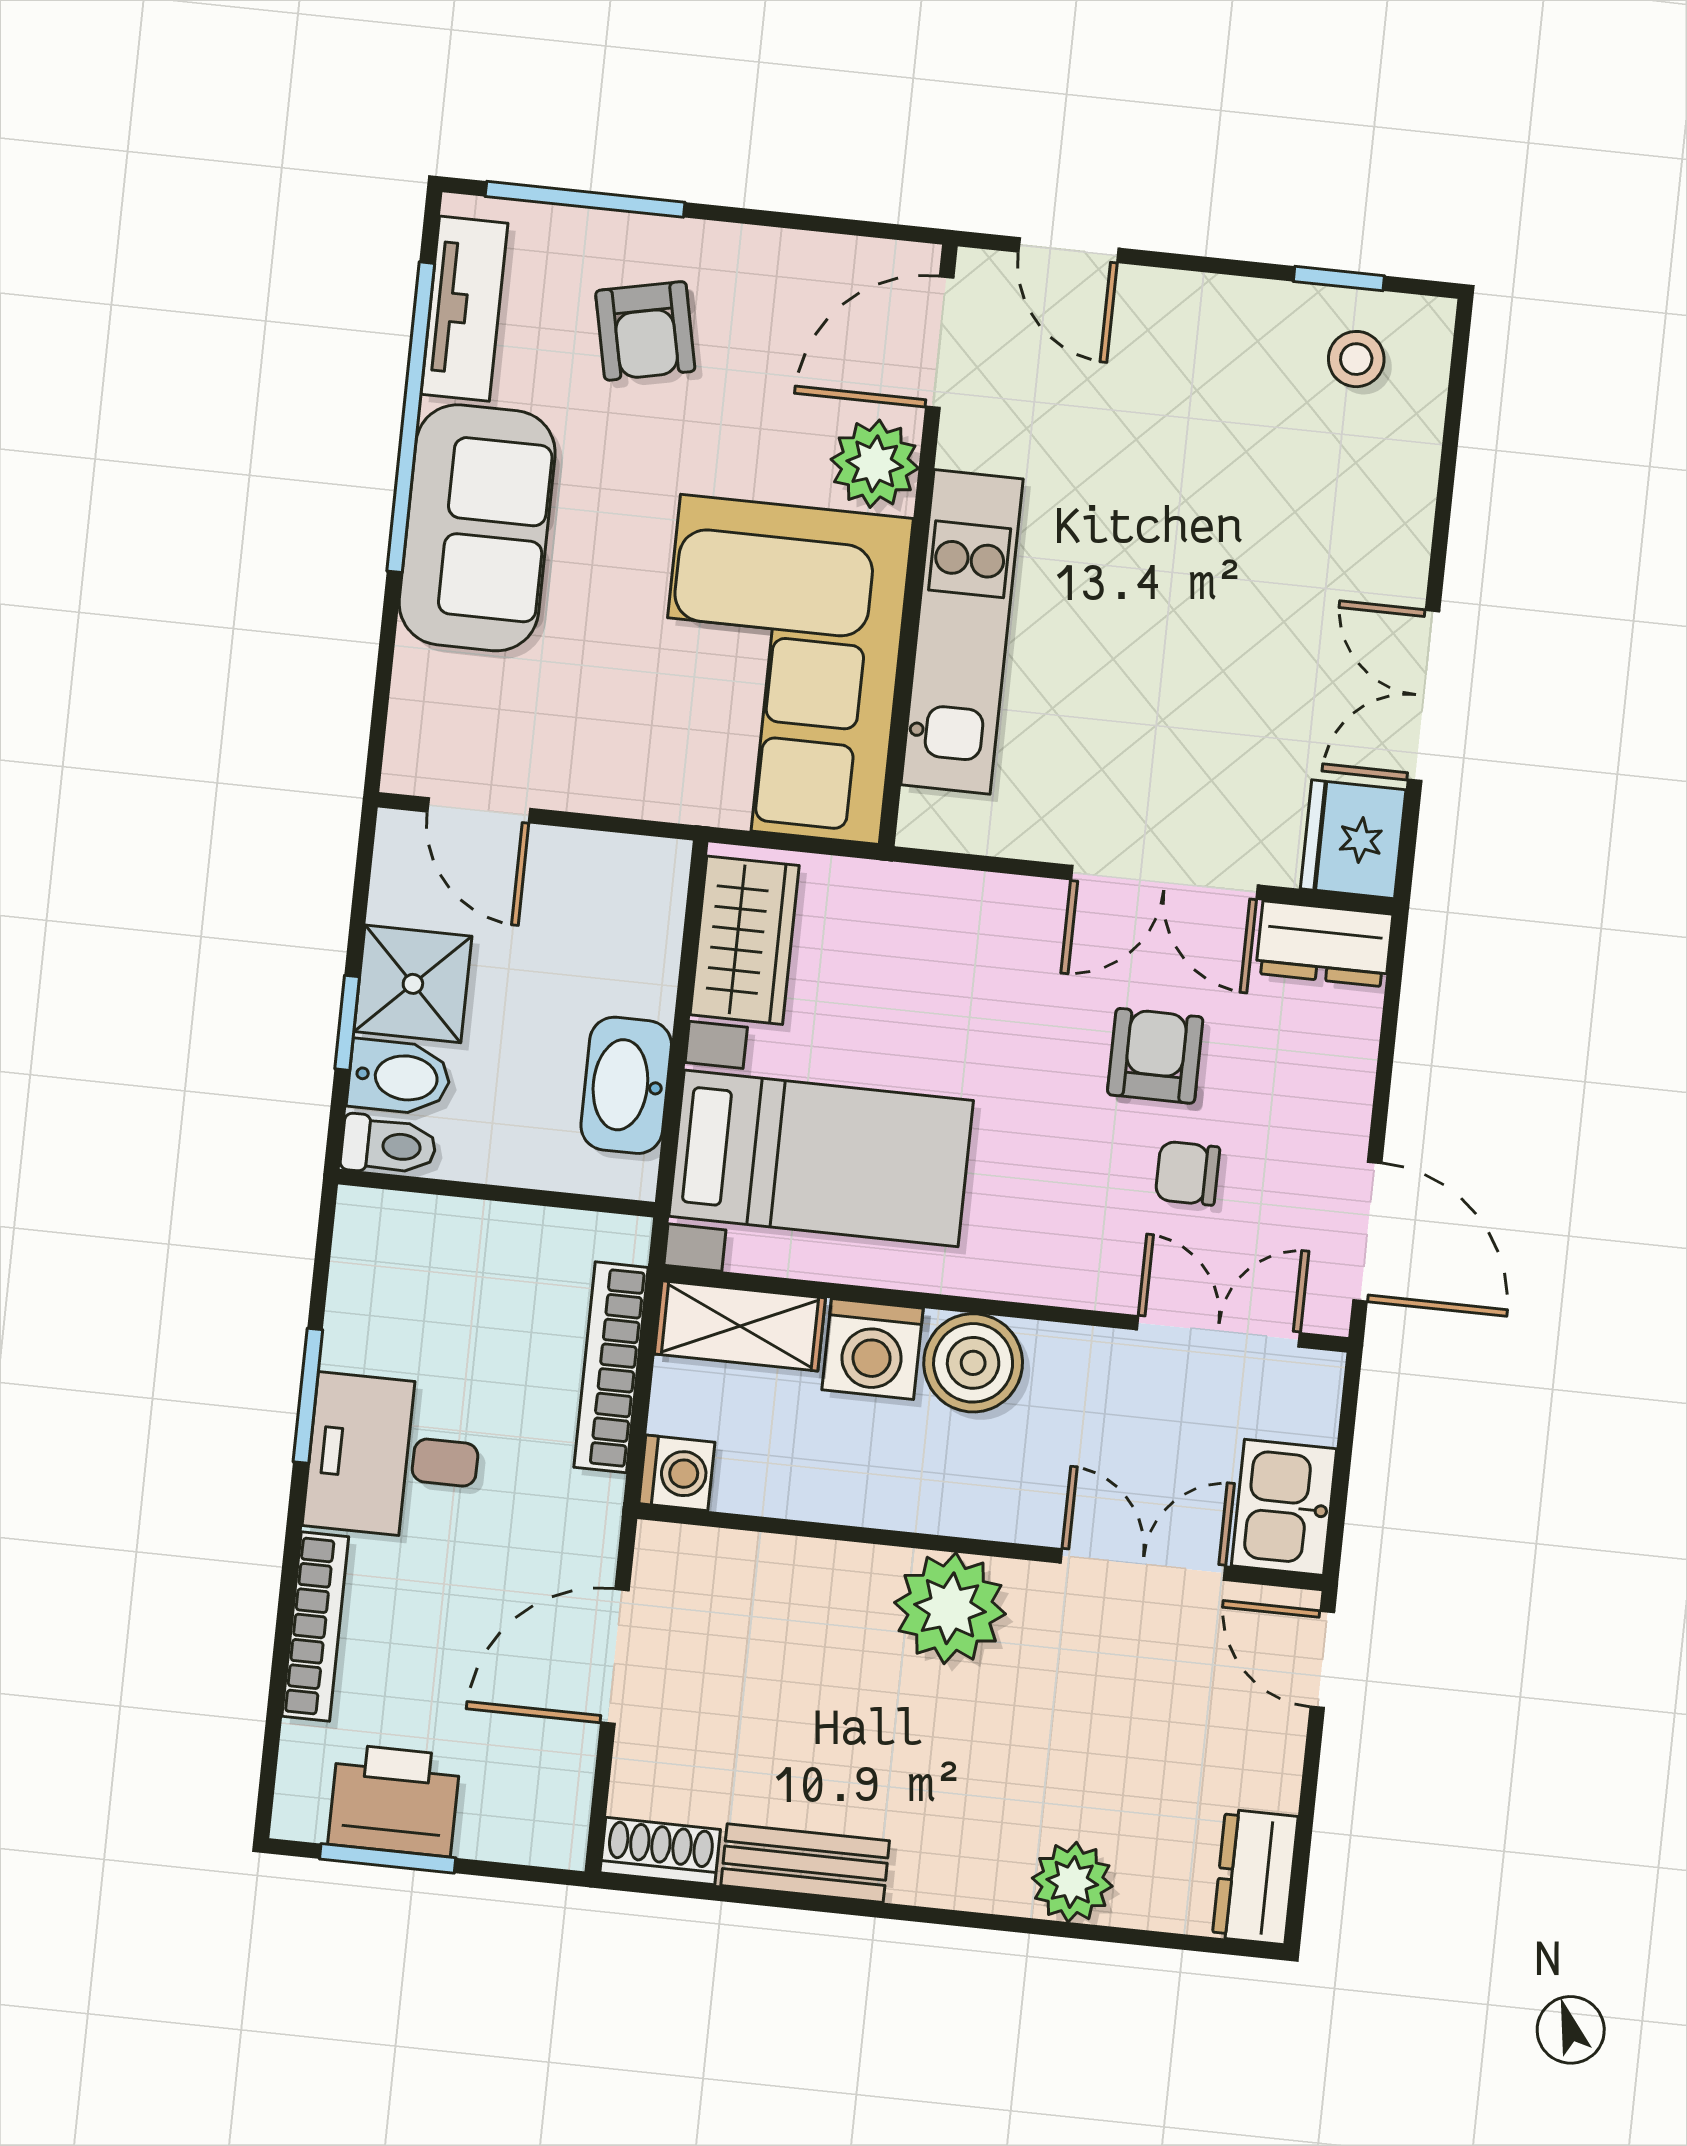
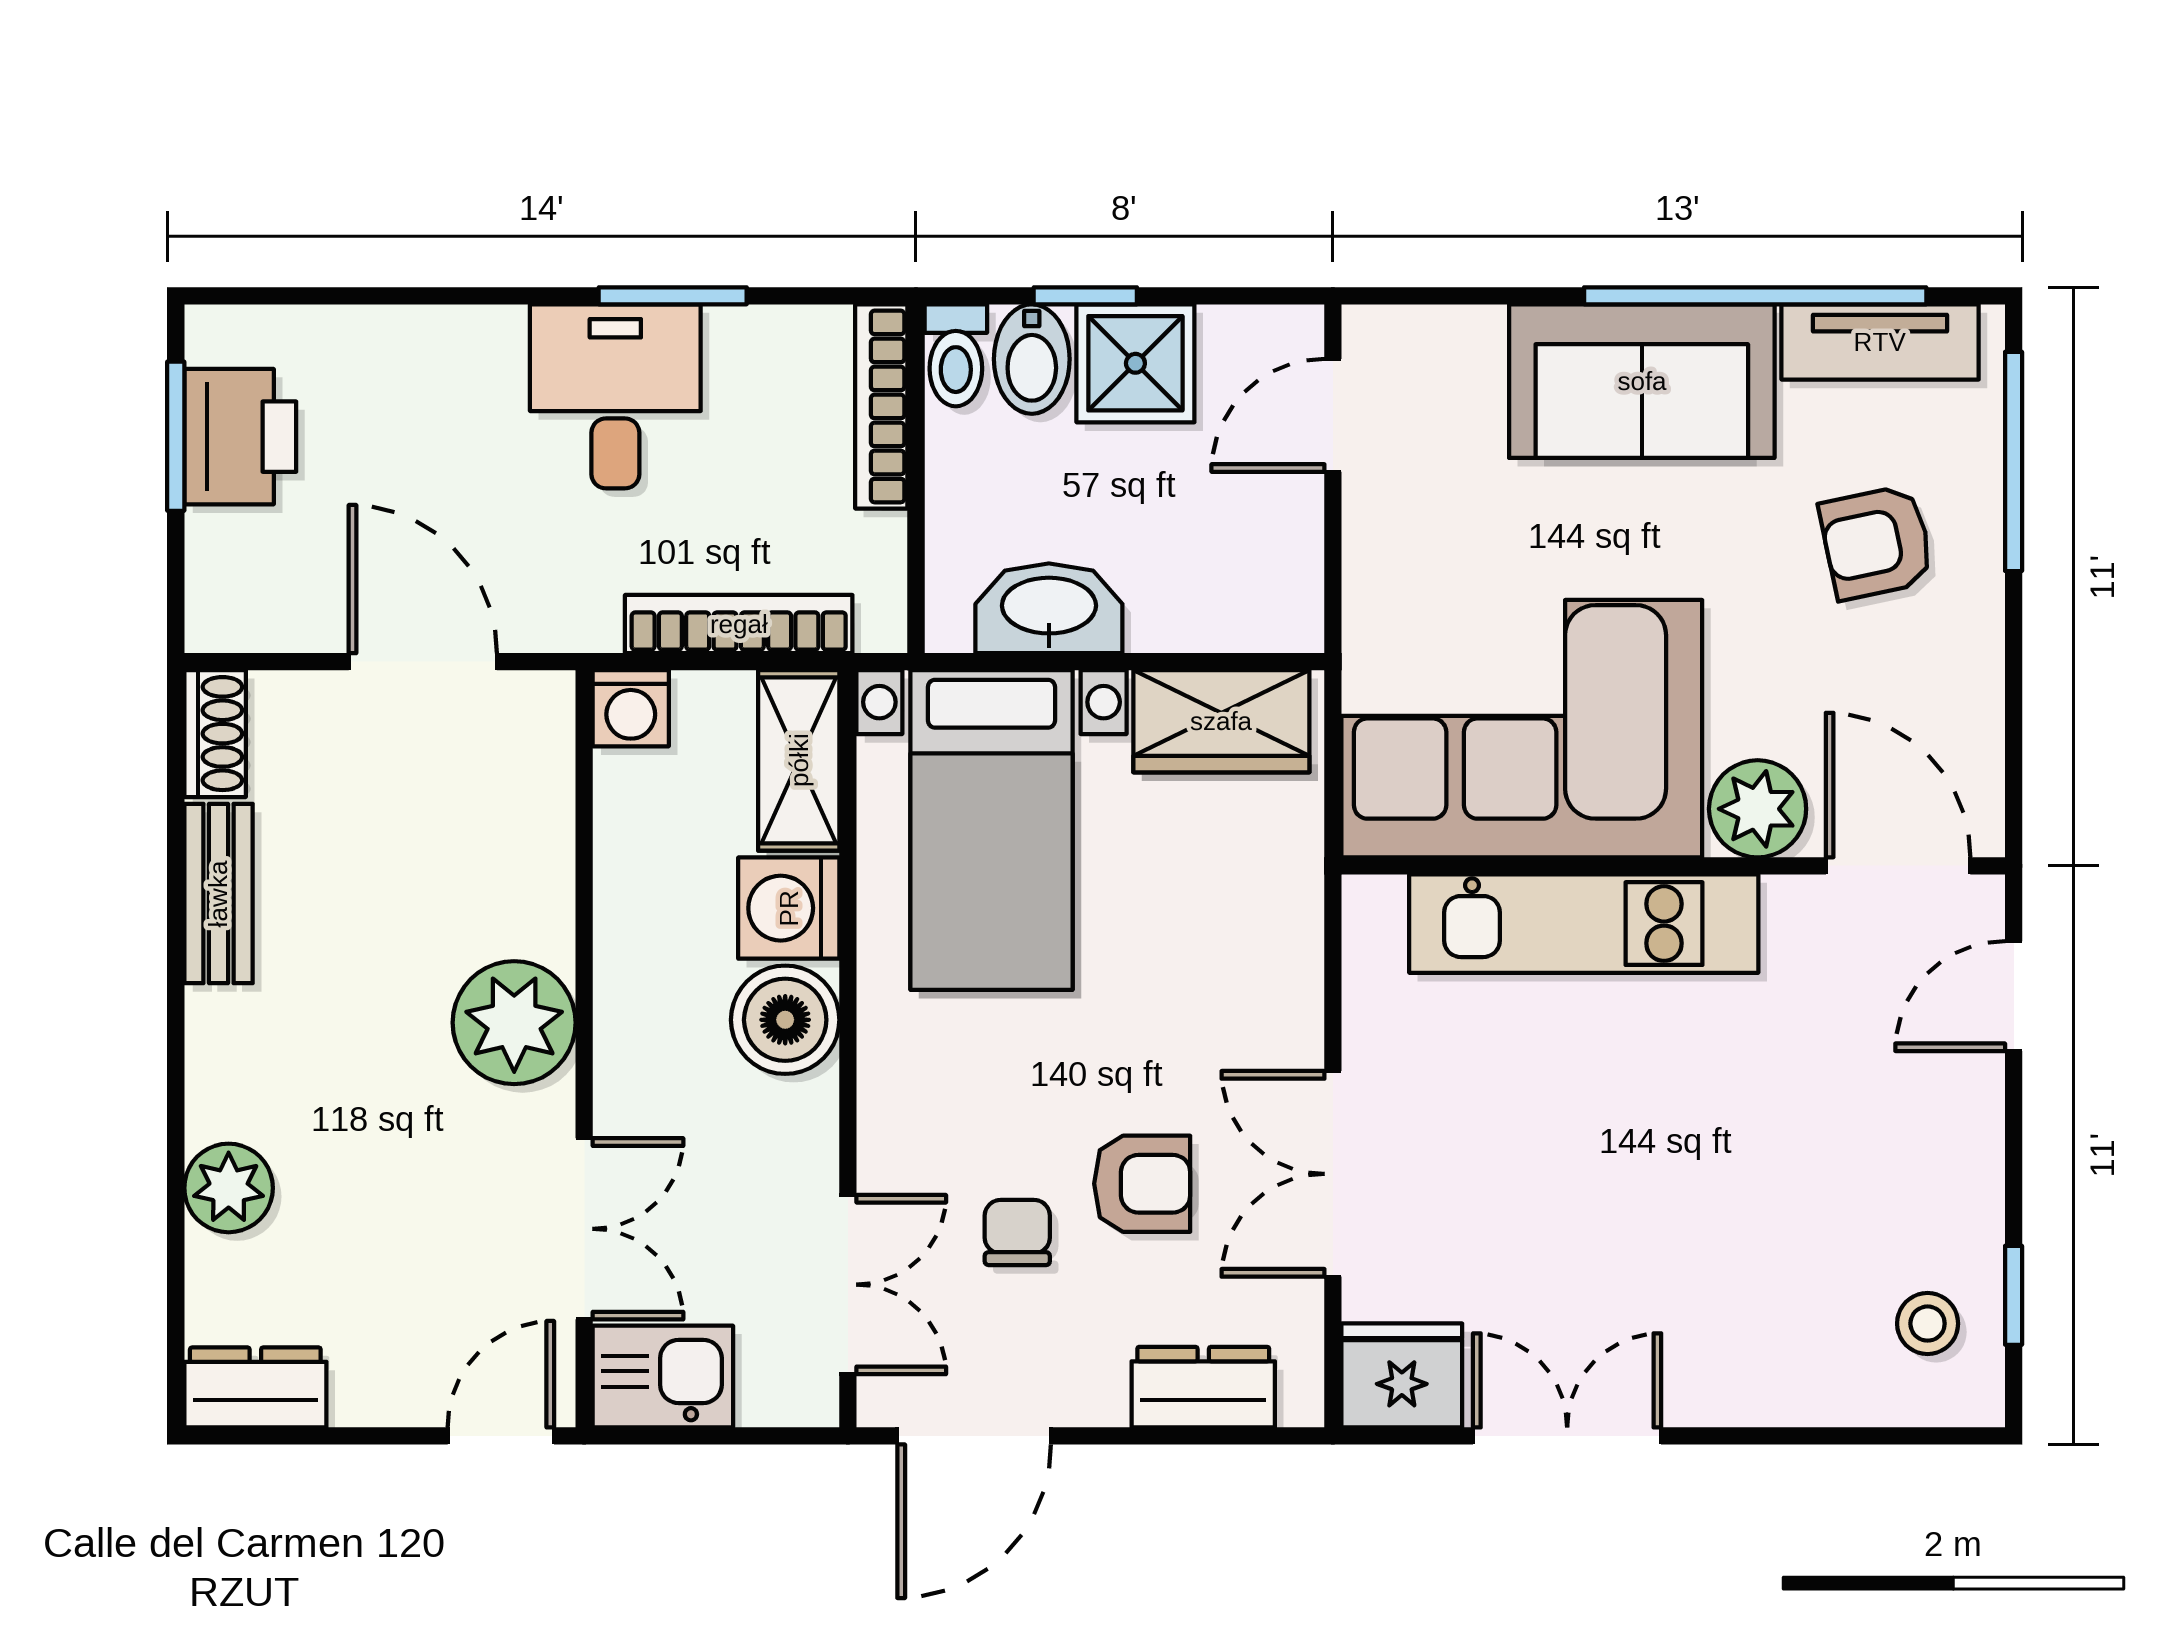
dresser: (1324, 944) -> (1203, 1387), moved, turned 90
bookcase: (315, 1627) -> (881, 406), moved, turned 90

